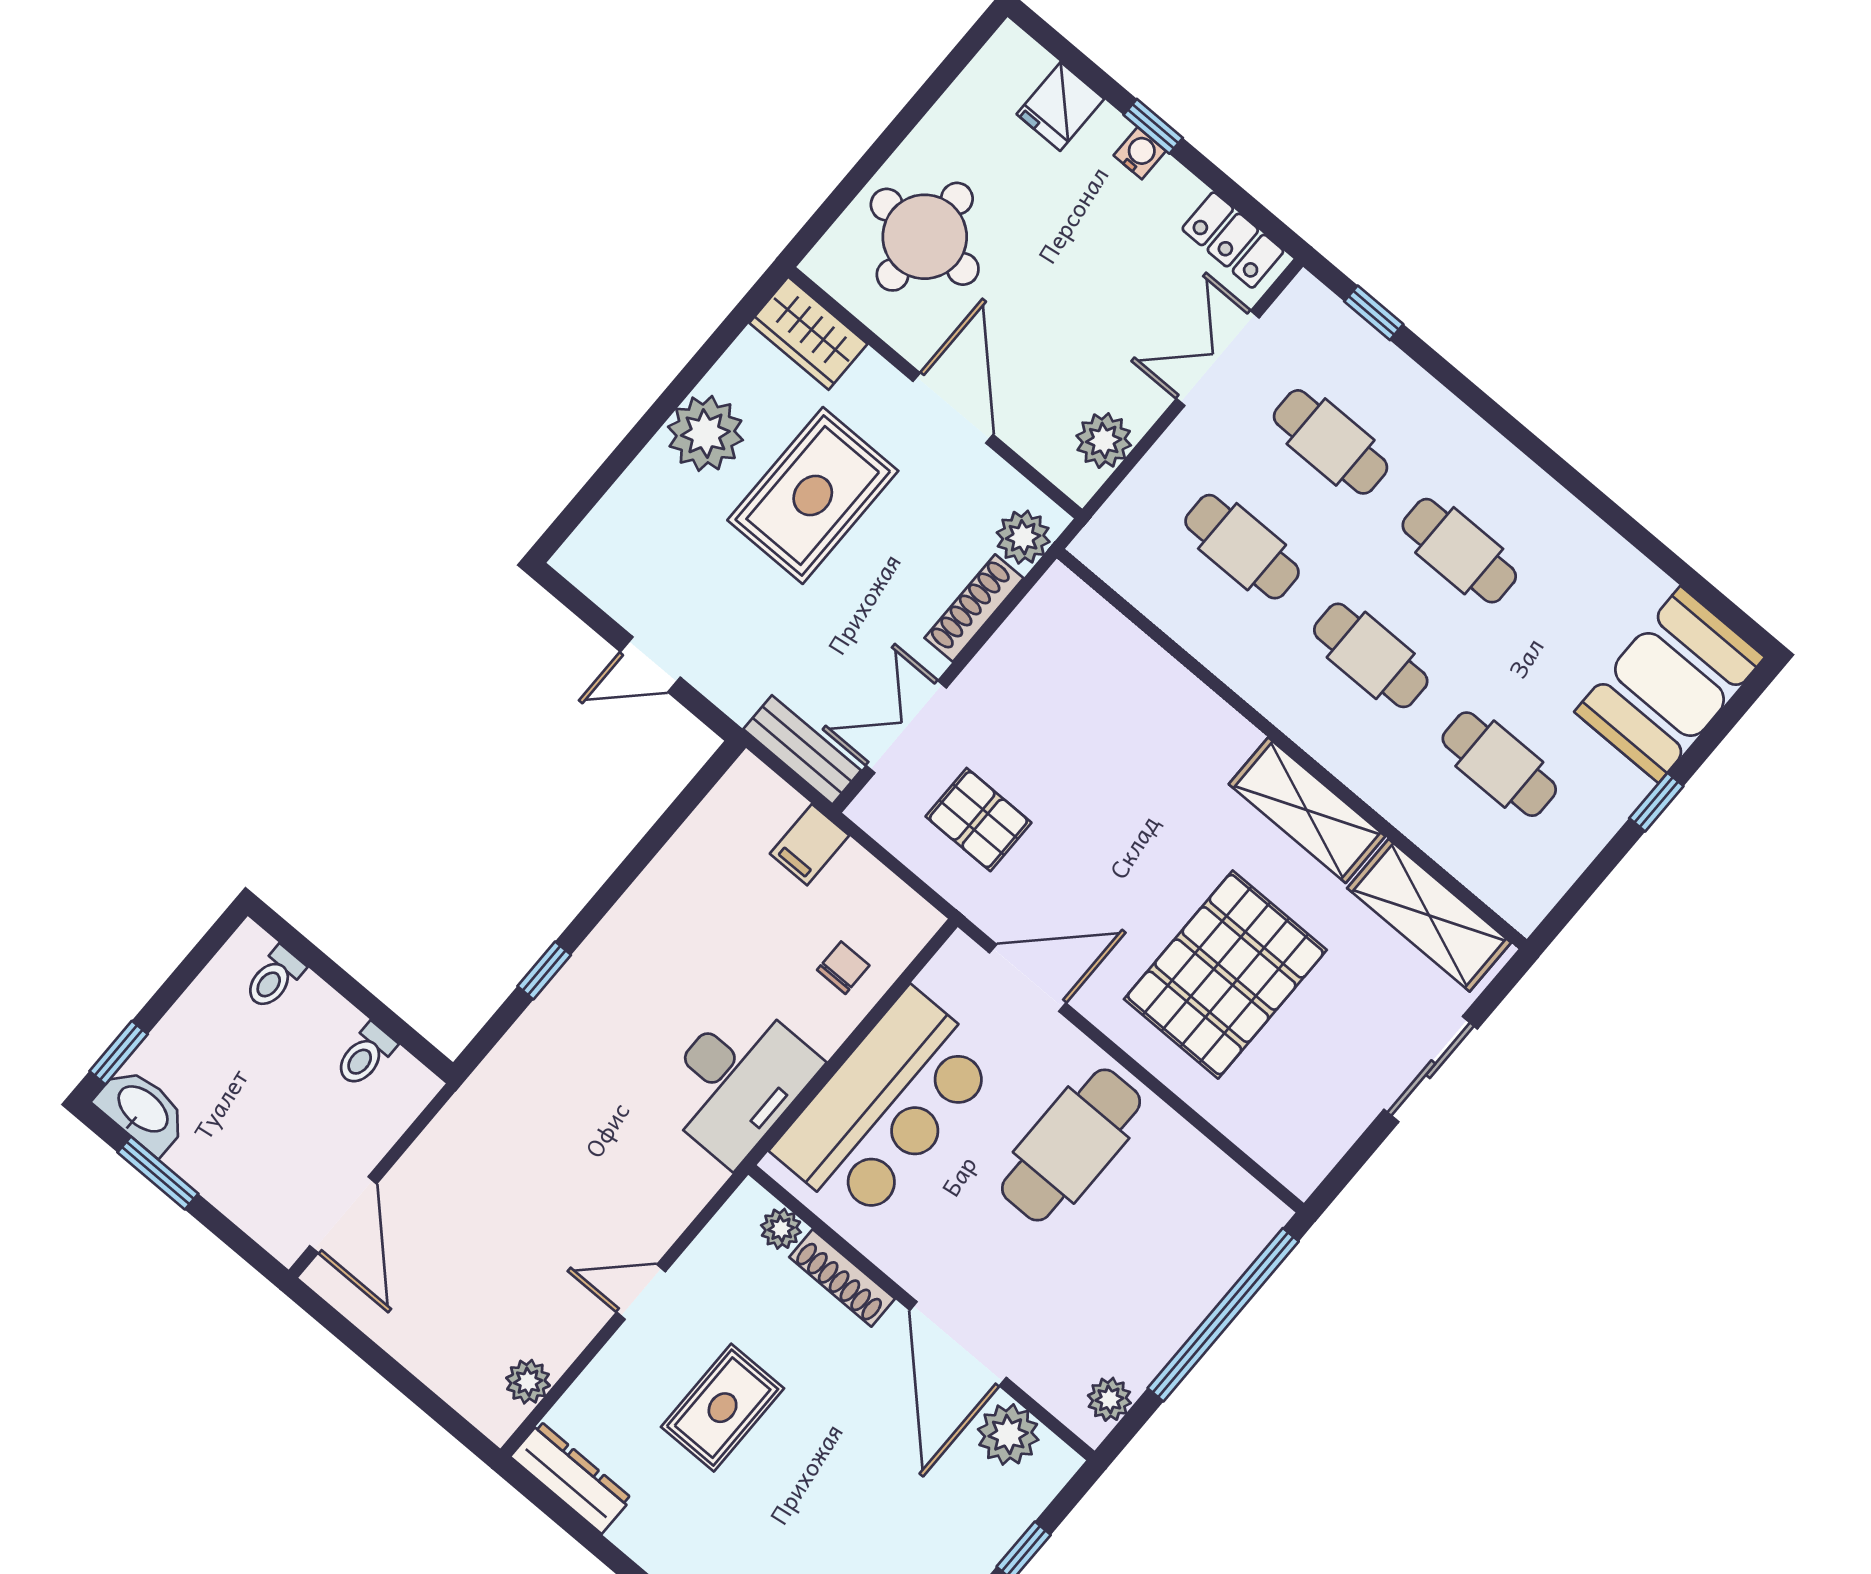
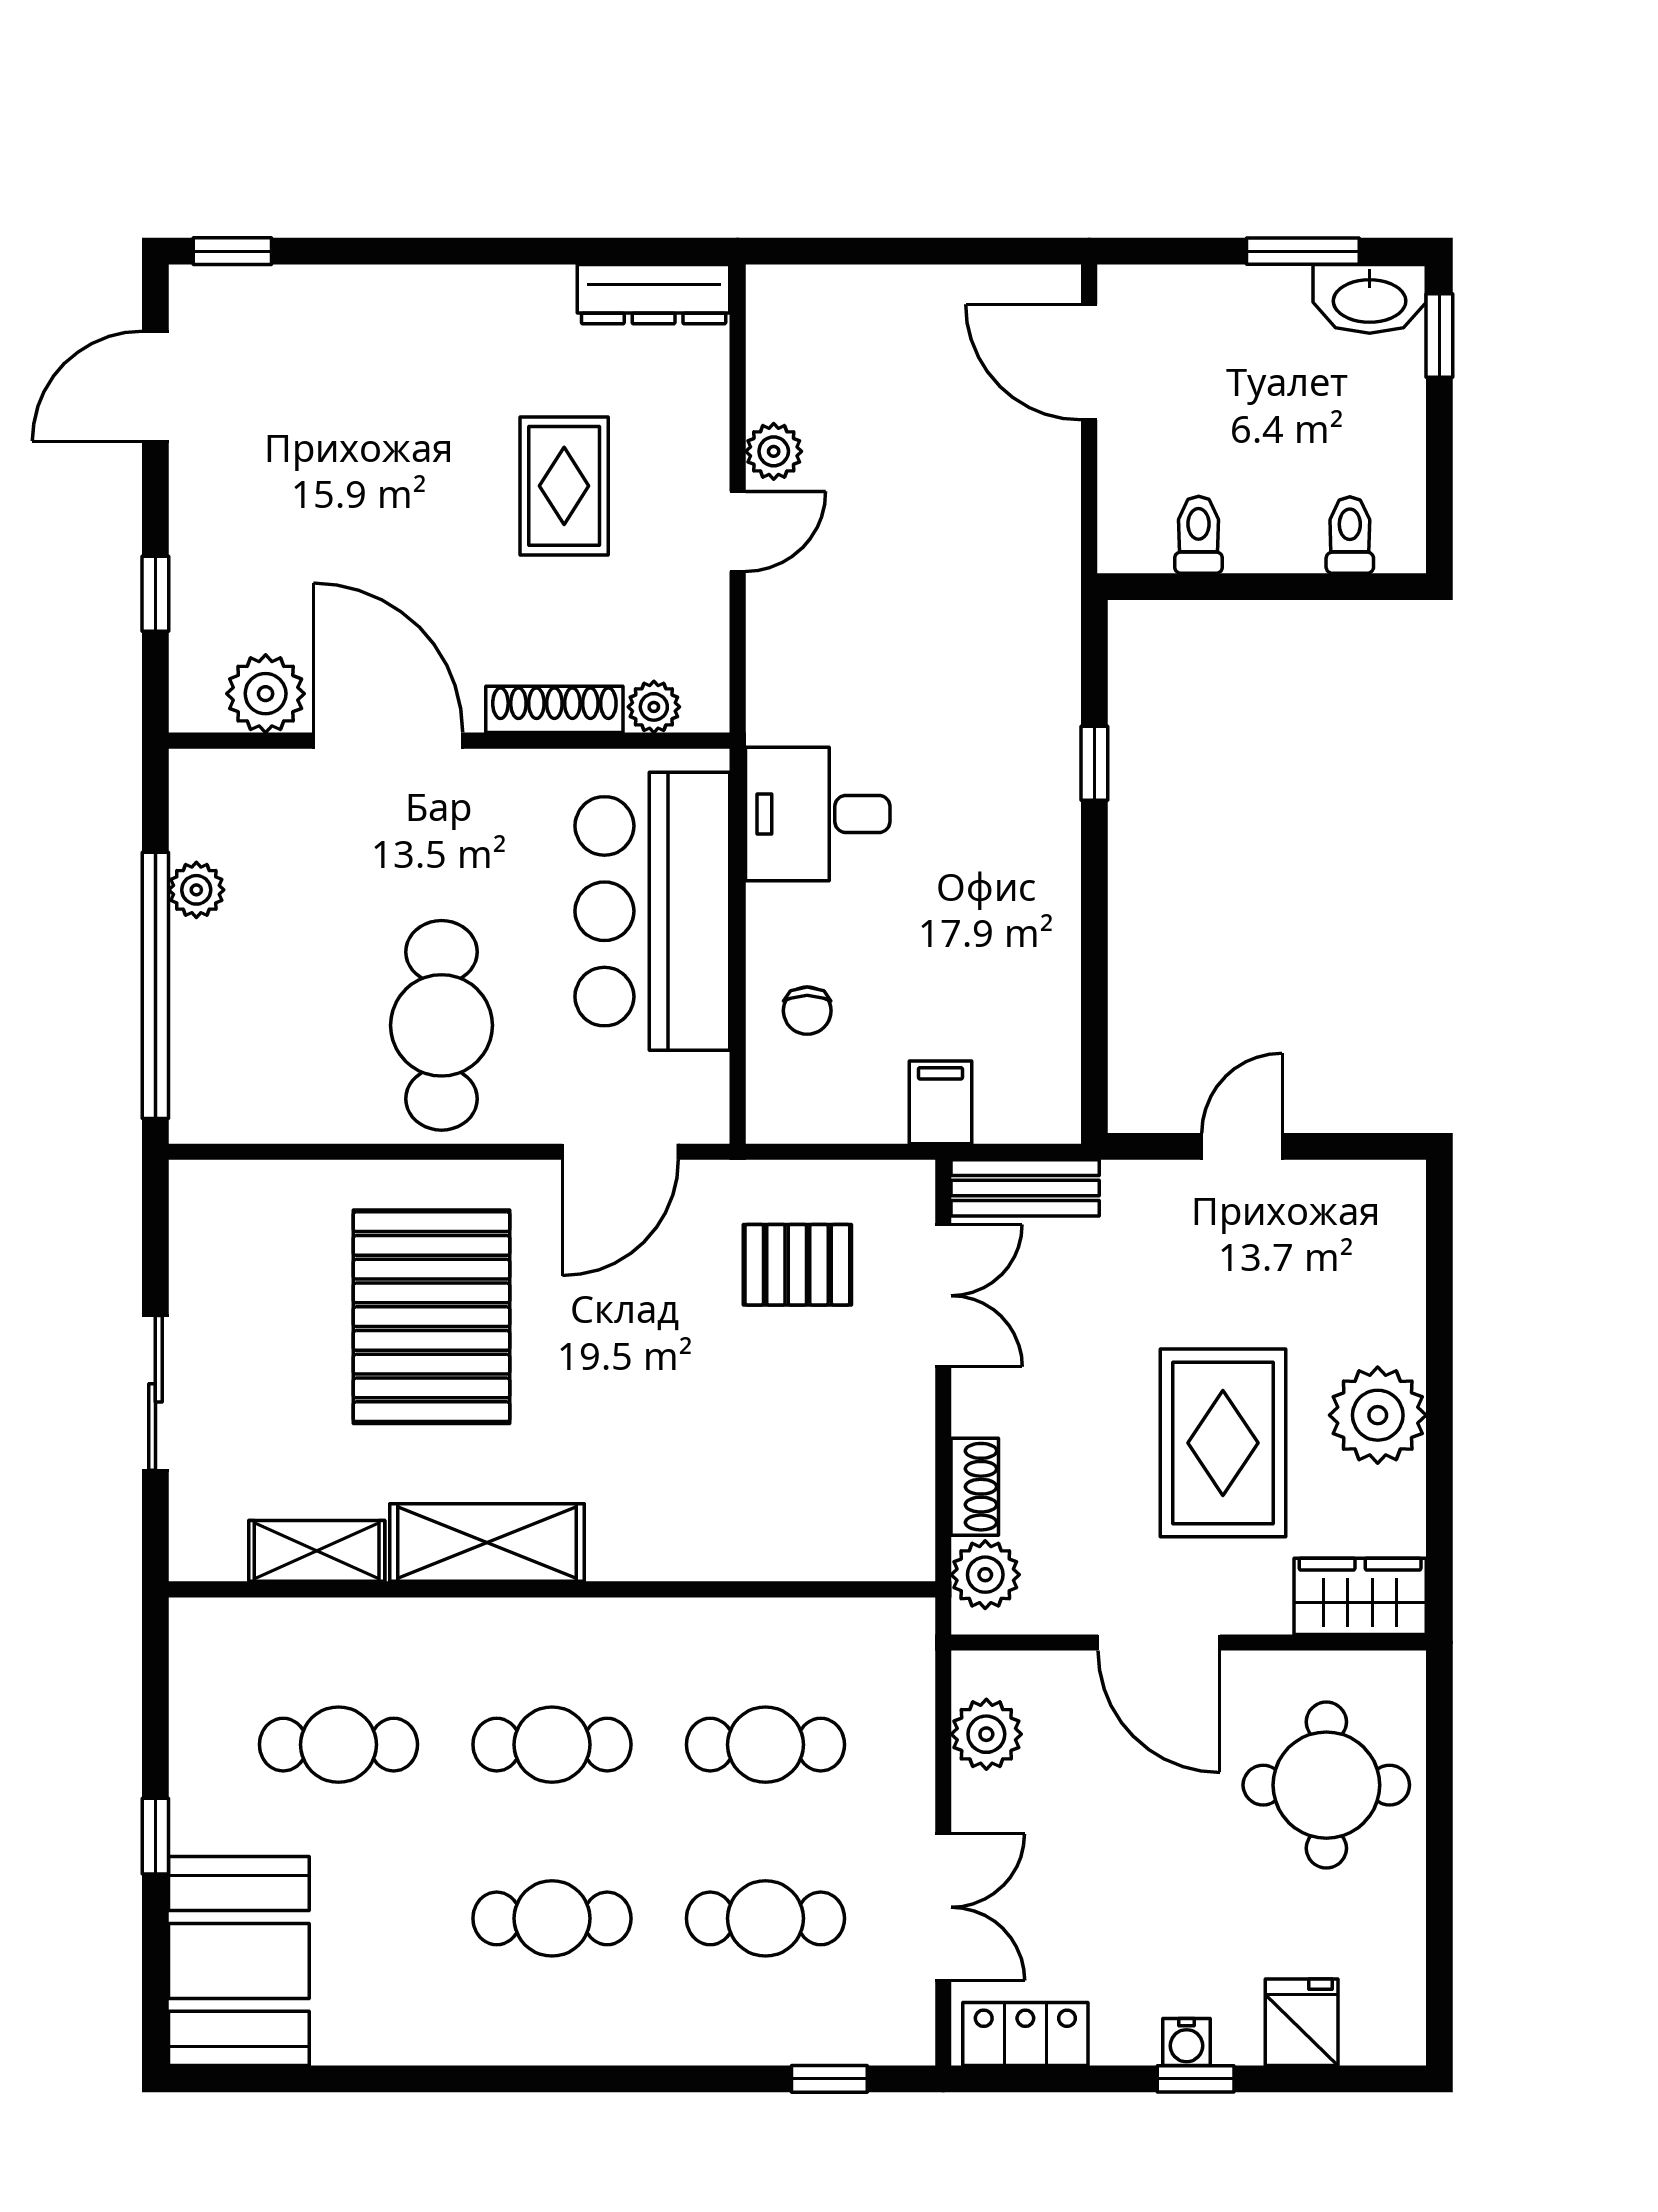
shoe rack: (974, 608) -> (975, 1487), width x0.70
shelving: (1429, 915) -> (317, 1551), width x0.67, depth x0.75
desk: (737, 1081) -> (818, 814), width x0.73
plant: (528, 1382) -> (774, 451), moved
plant: (1109, 1399) -> (196, 890), moved

